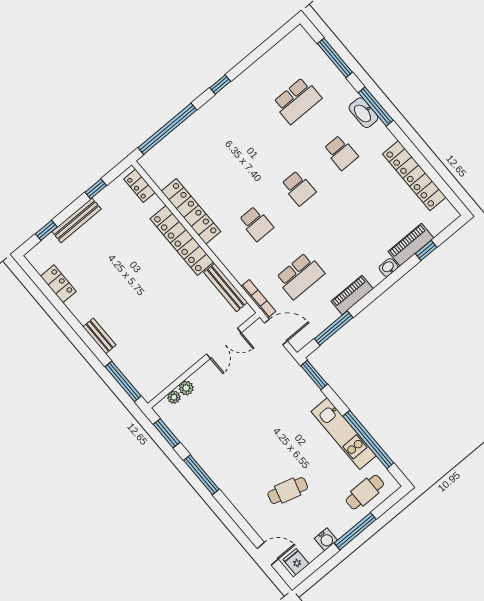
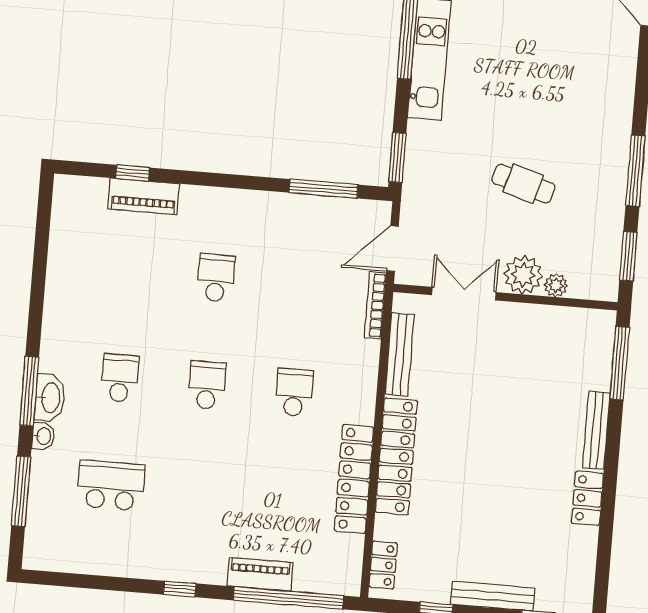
locker: (414, 176) -> (63, 270), removed
washbasin: (388, 267) -> (43, 436), moved, turned -90
school desk: (300, 276) -> (216, 278), moved, width x0.54
locker: (58, 284) -> (587, 498), moved
piano: (352, 295) -> (260, 574), moved, turned 180
door: (276, 332) -> (393, 249), hinge flipped
bench: (99, 336) -> (596, 430), width x1.36
plant: (174, 397) -> (523, 275), moved, width x1.87, depth x1.87
cafe table: (288, 491) -> (523, 184), moved

